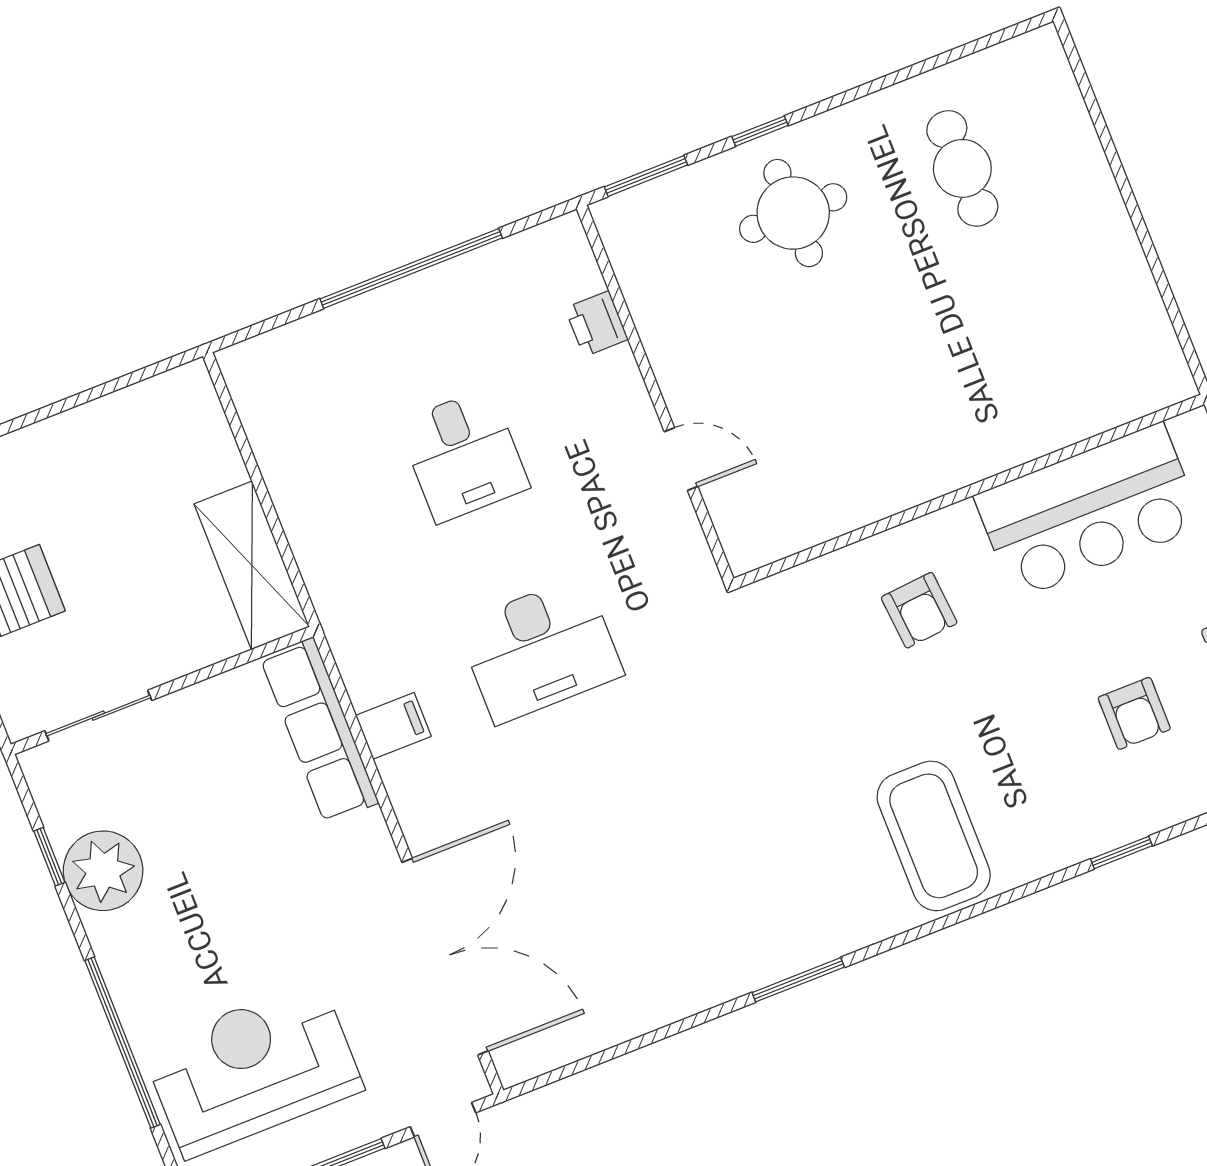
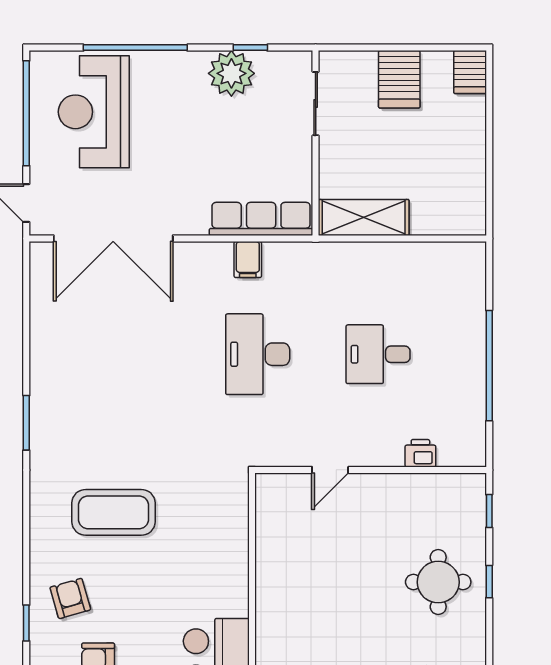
window: (646, 176) -> (489, 511), width x0.67
armchair: (919, 610) -> (70, 598), moved, turned 79
coffee table: (934, 836) -> (114, 512), moved
reception desk: (253, 1069) -> (94, 112), turned 180

